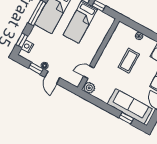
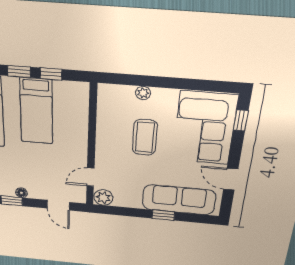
door: (52, 77) -> (58, 205), moved
window: (126, 118) -> (163, 215), moved

